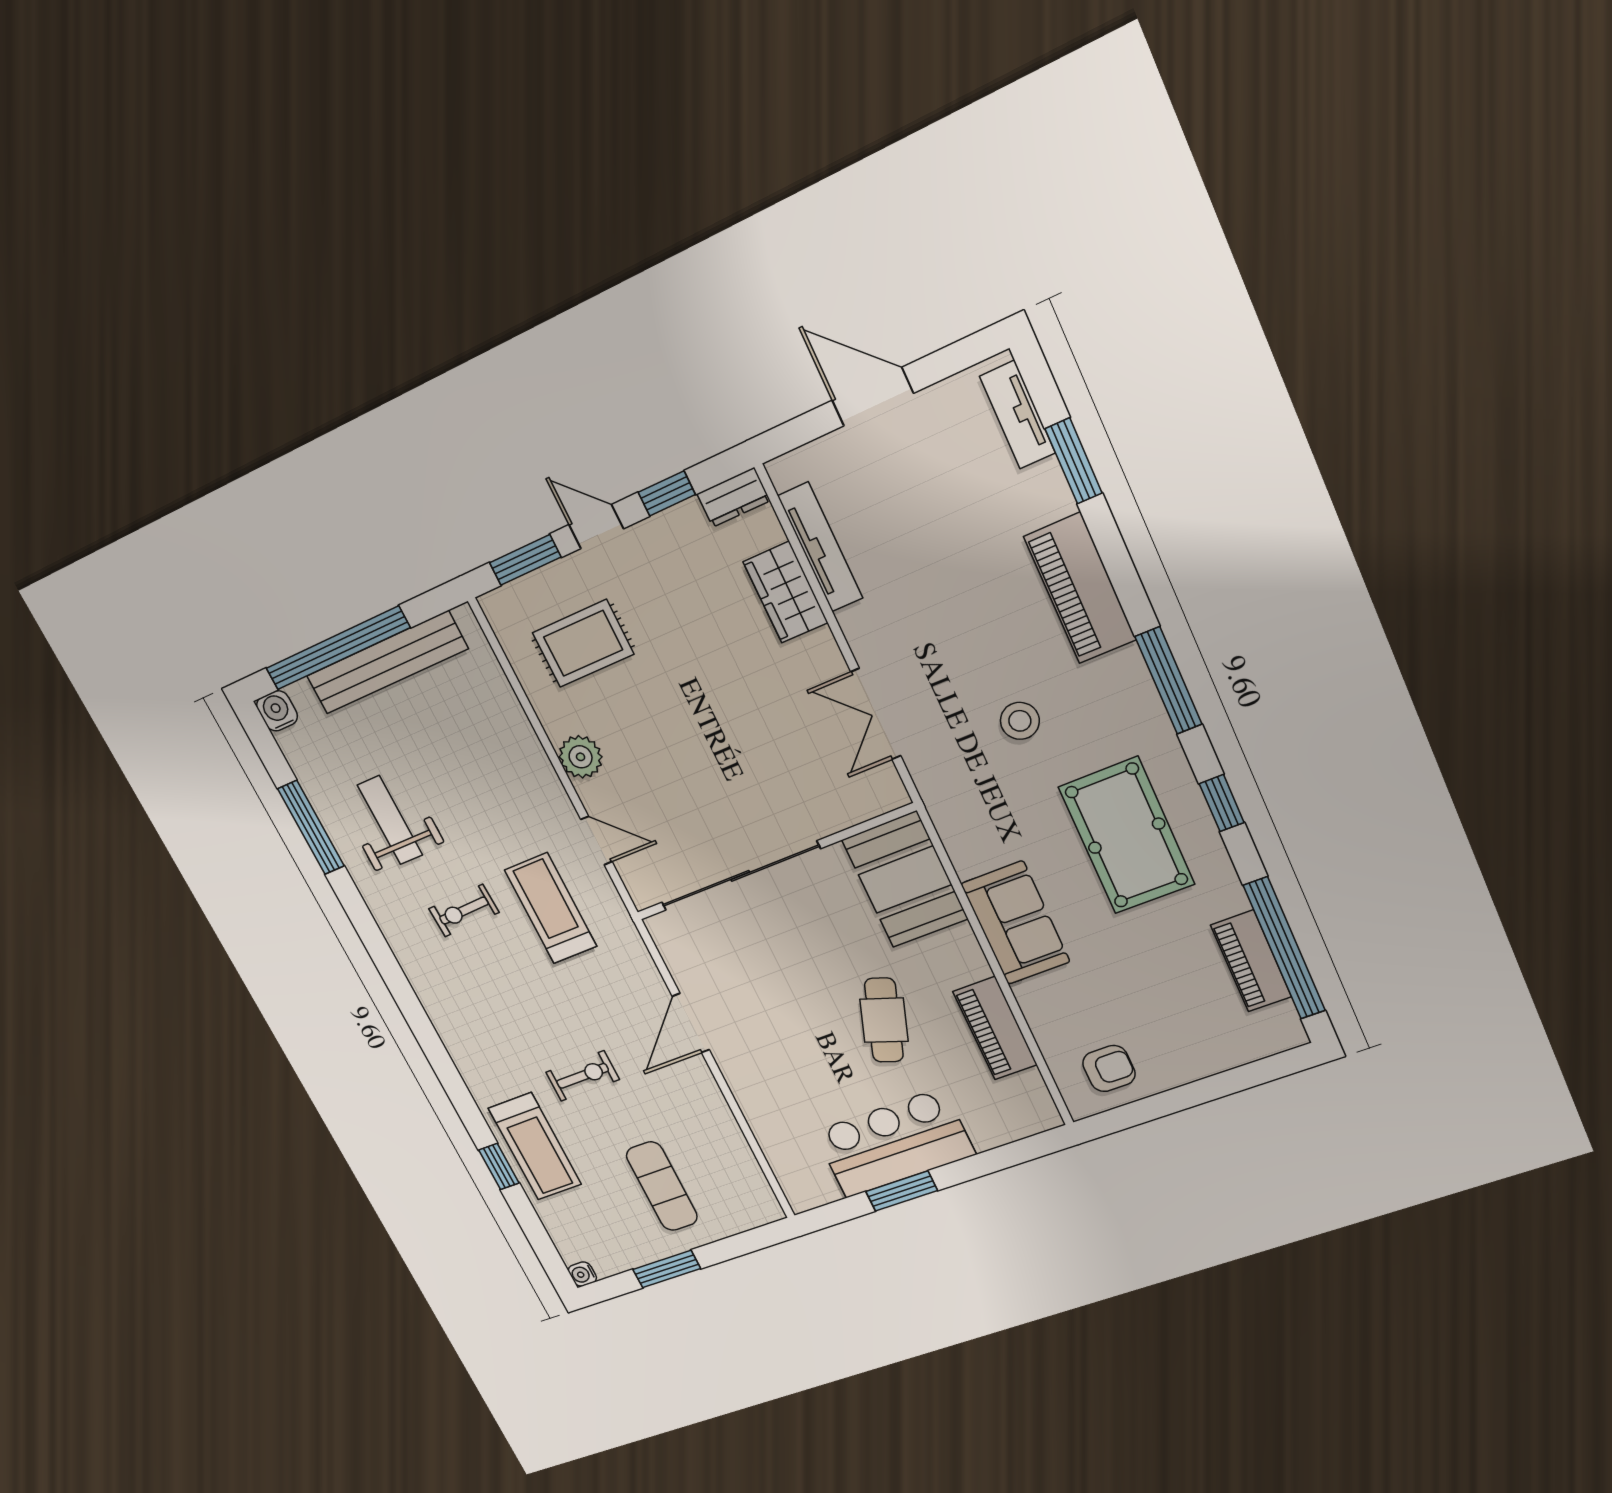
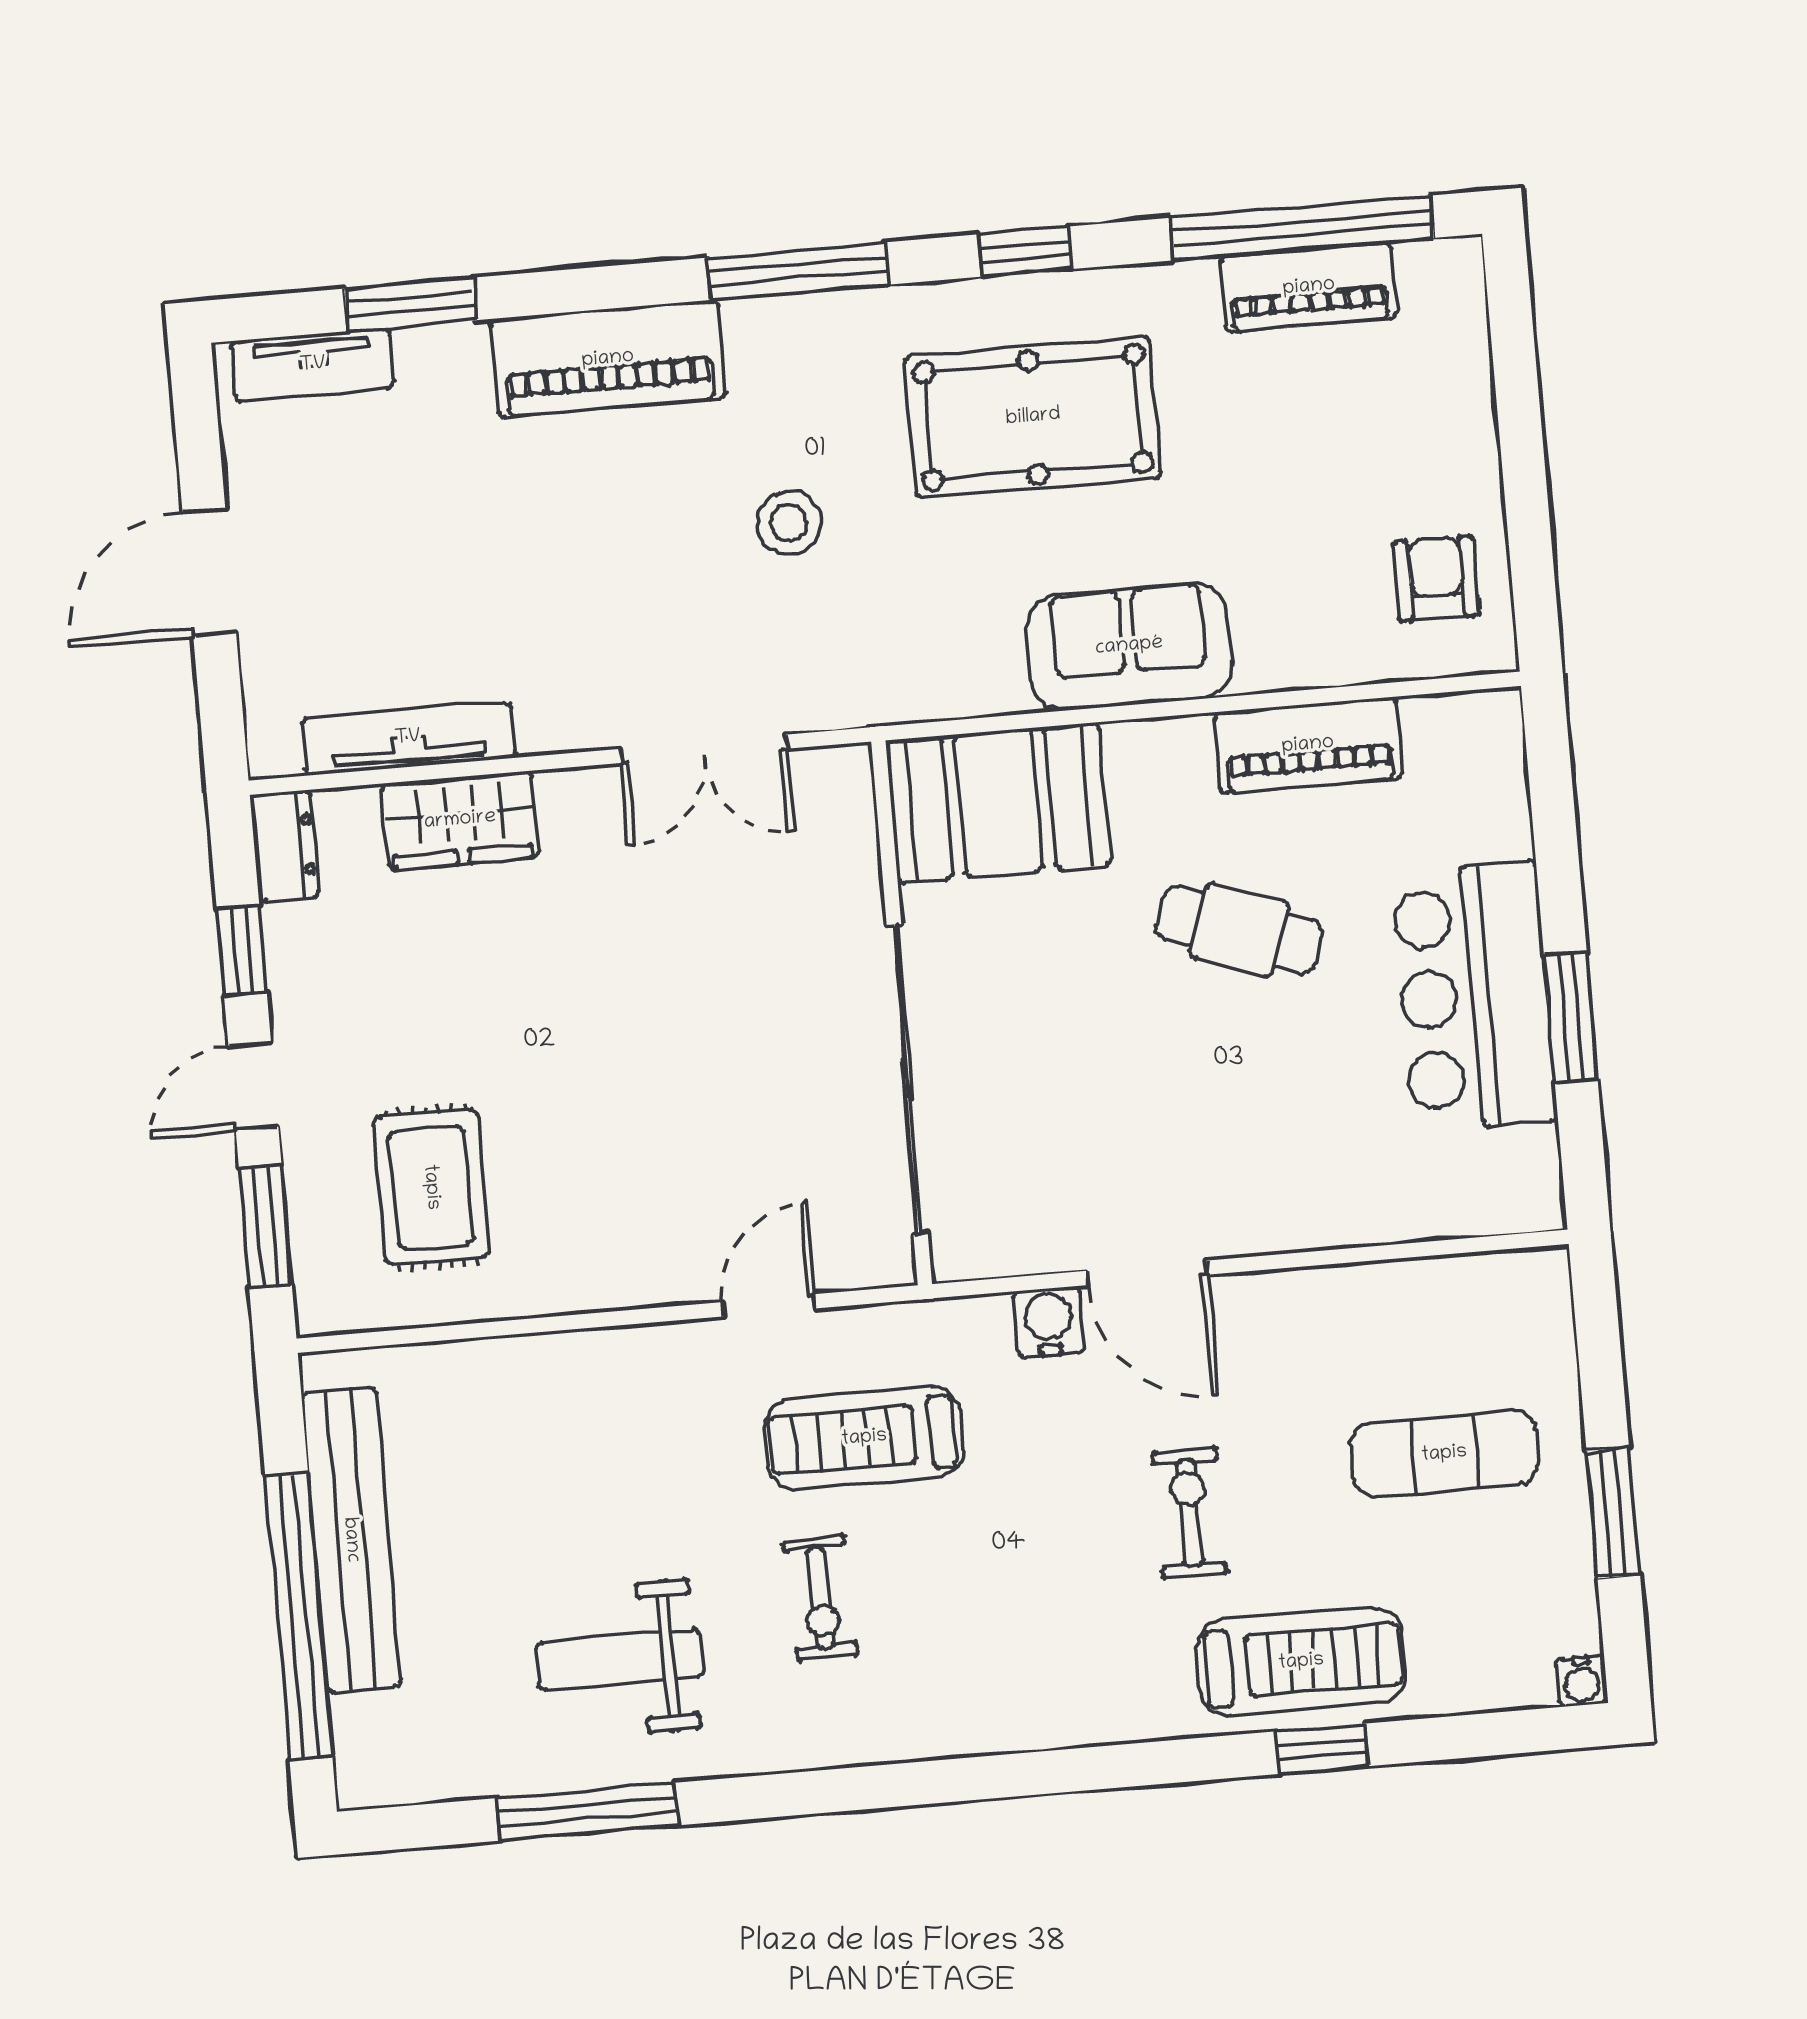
water cooler: (277, 711) -> (1049, 1322), moved, turned 90
plant: (581, 757) -> (617, 1272), removed

